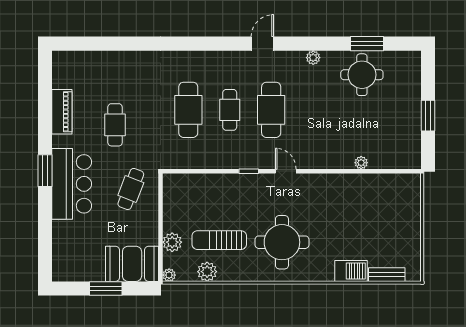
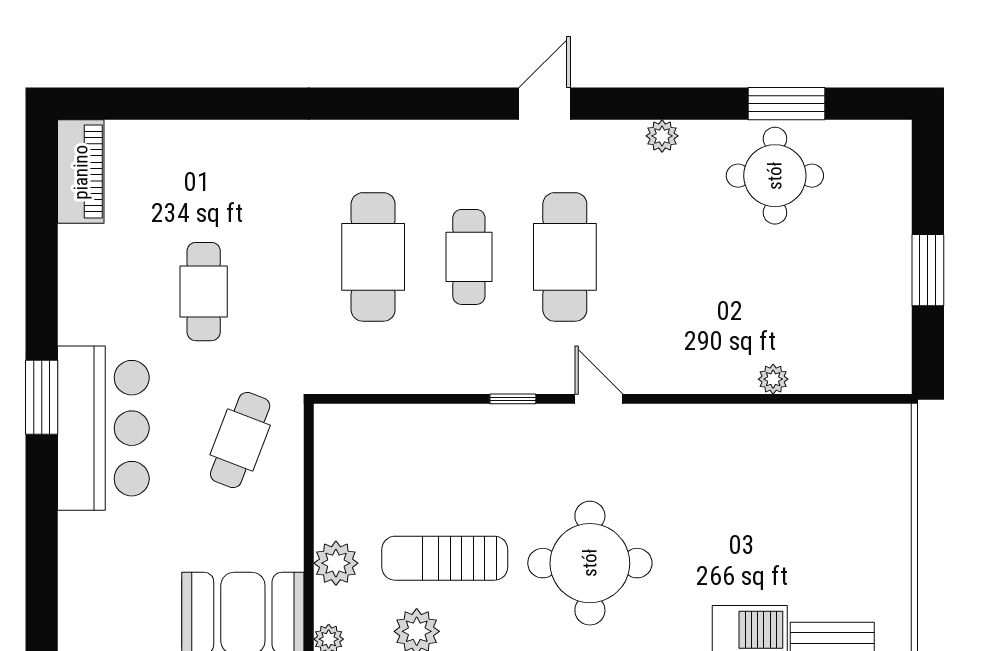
piano: (62, 112) -> (81, 172), moved

